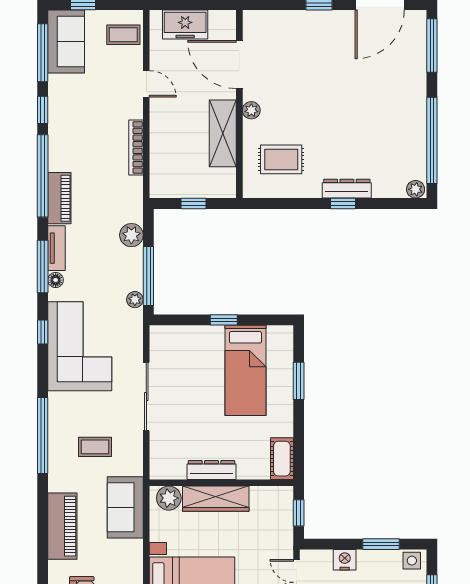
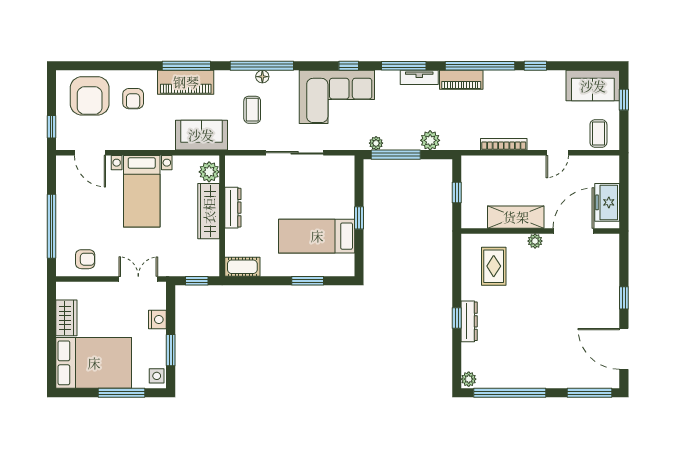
freezer: (185, 25) -> (607, 202), moved
window: (43, 53) -> (186, 66), moved
floor lamp: (56, 280) -> (262, 77), moved

